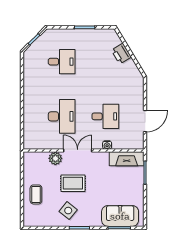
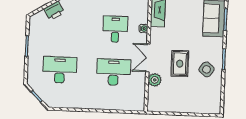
desk: (62, 62) -> (60, 70), width x1.37
coffee table: (36, 194) -> (189, 100), removed

